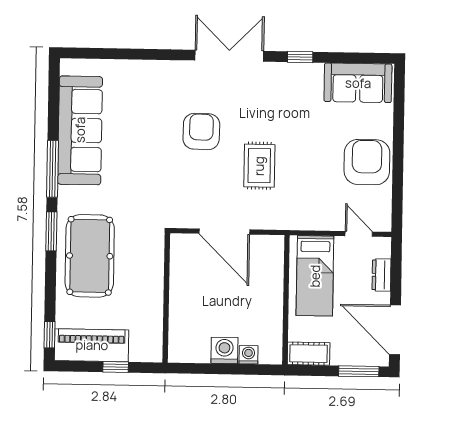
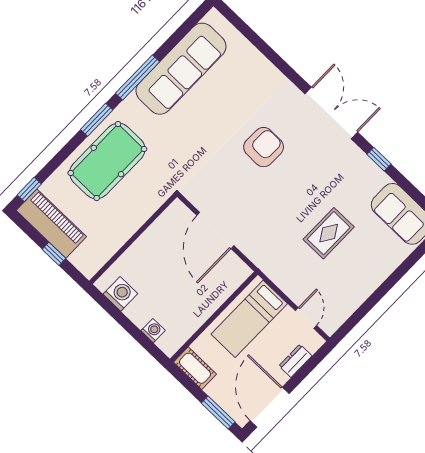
armchair: (367, 162) -> (358, 274), removed
rug: (259, 166) -> (329, 233), moved
washing machine: (224, 350) -> (120, 294), moved

